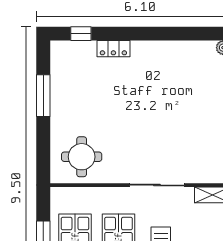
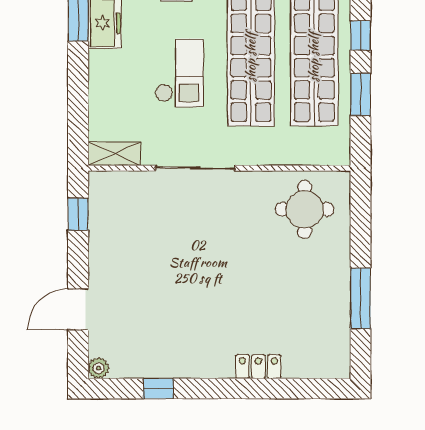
window: (81, 34) -> (158, 389), moved

